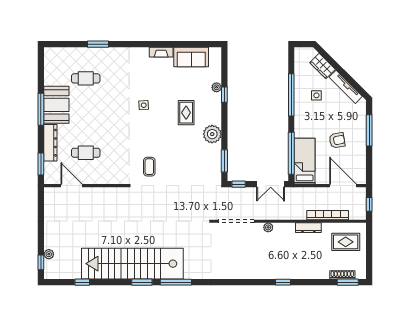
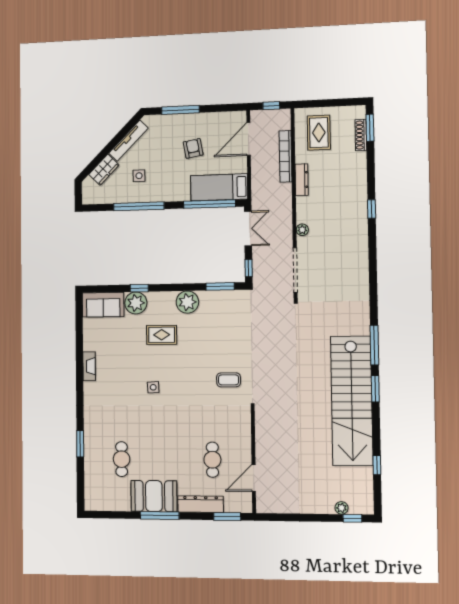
sofa: (191, 57) -> (103, 305), moved, turned 90
plant: (217, 87) -> (136, 303), width x1.87, depth x1.87

